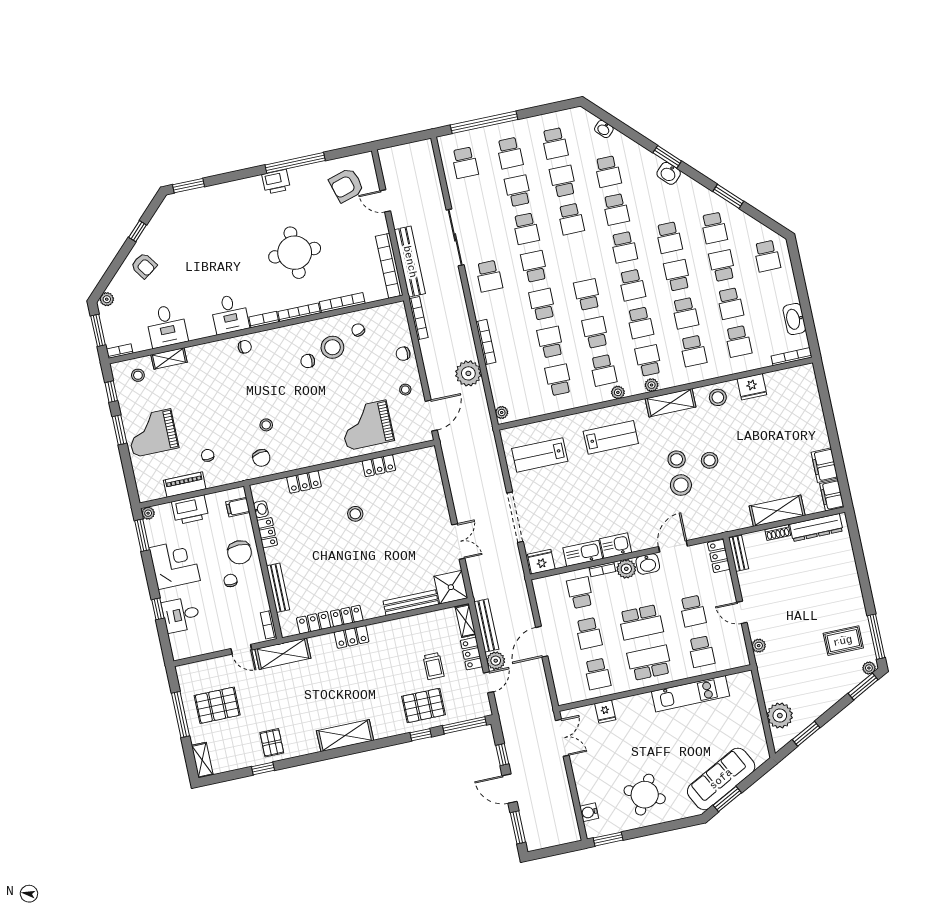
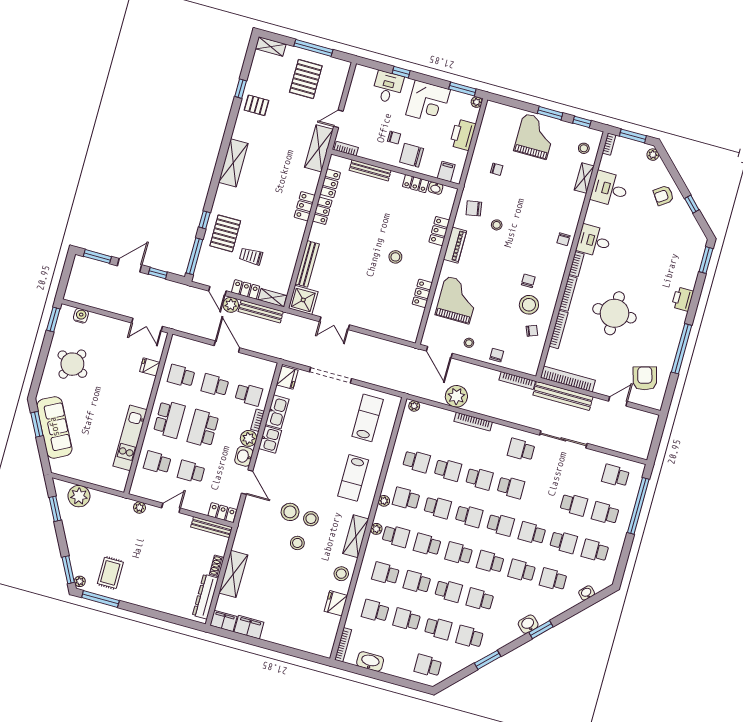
printer: (276, 182) -> (682, 299), moved
school desk: (526, 229) -> (501, 525), moved, turned 180
piano: (185, 485) -> (455, 245), moved
bench: (739, 553) -> (211, 527), width x1.36

